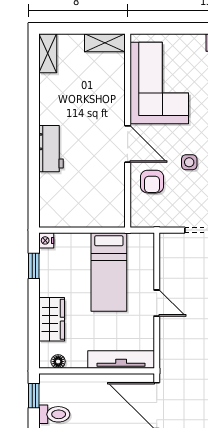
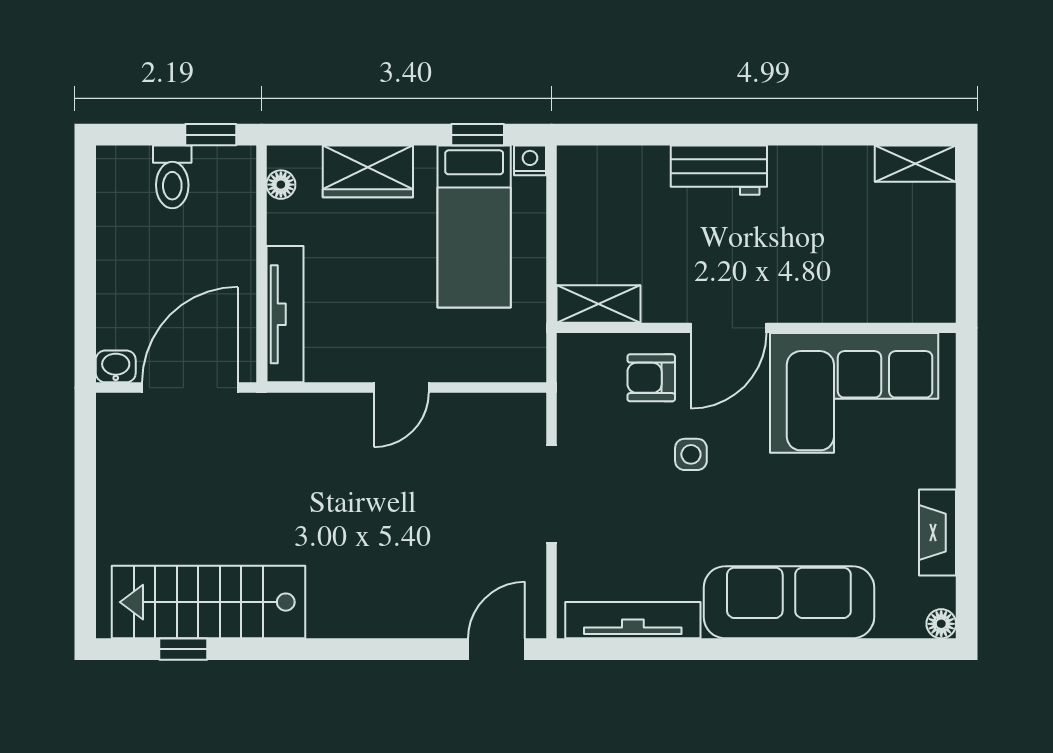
shelving: (105, 43) -> (598, 304), moved, turned 90
bed: (109, 272) -> (474, 226), moved, turned -90

